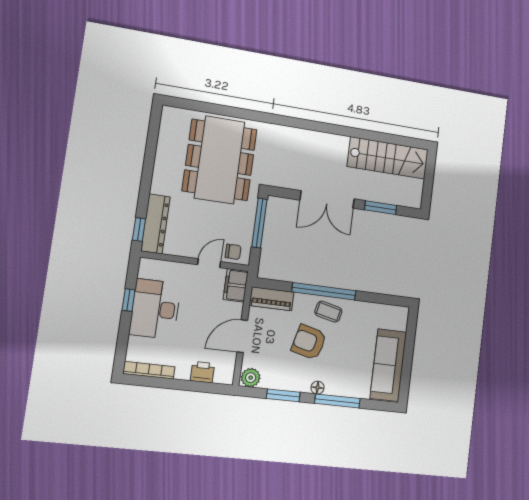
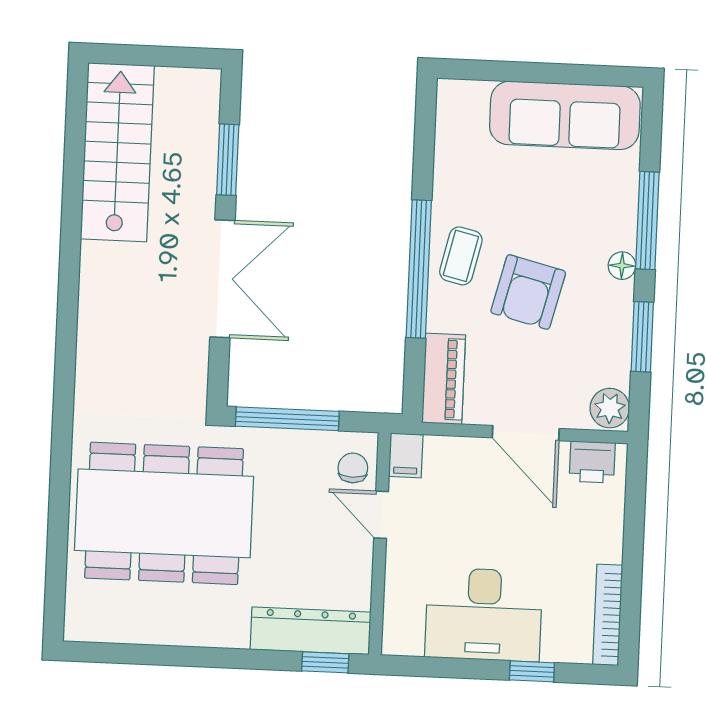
filing cabinet: (236, 285) -> (406, 455), width x0.50
window: (129, 300) -> (532, 671), moved
printer: (202, 372) -> (592, 462), moved, turned -90

